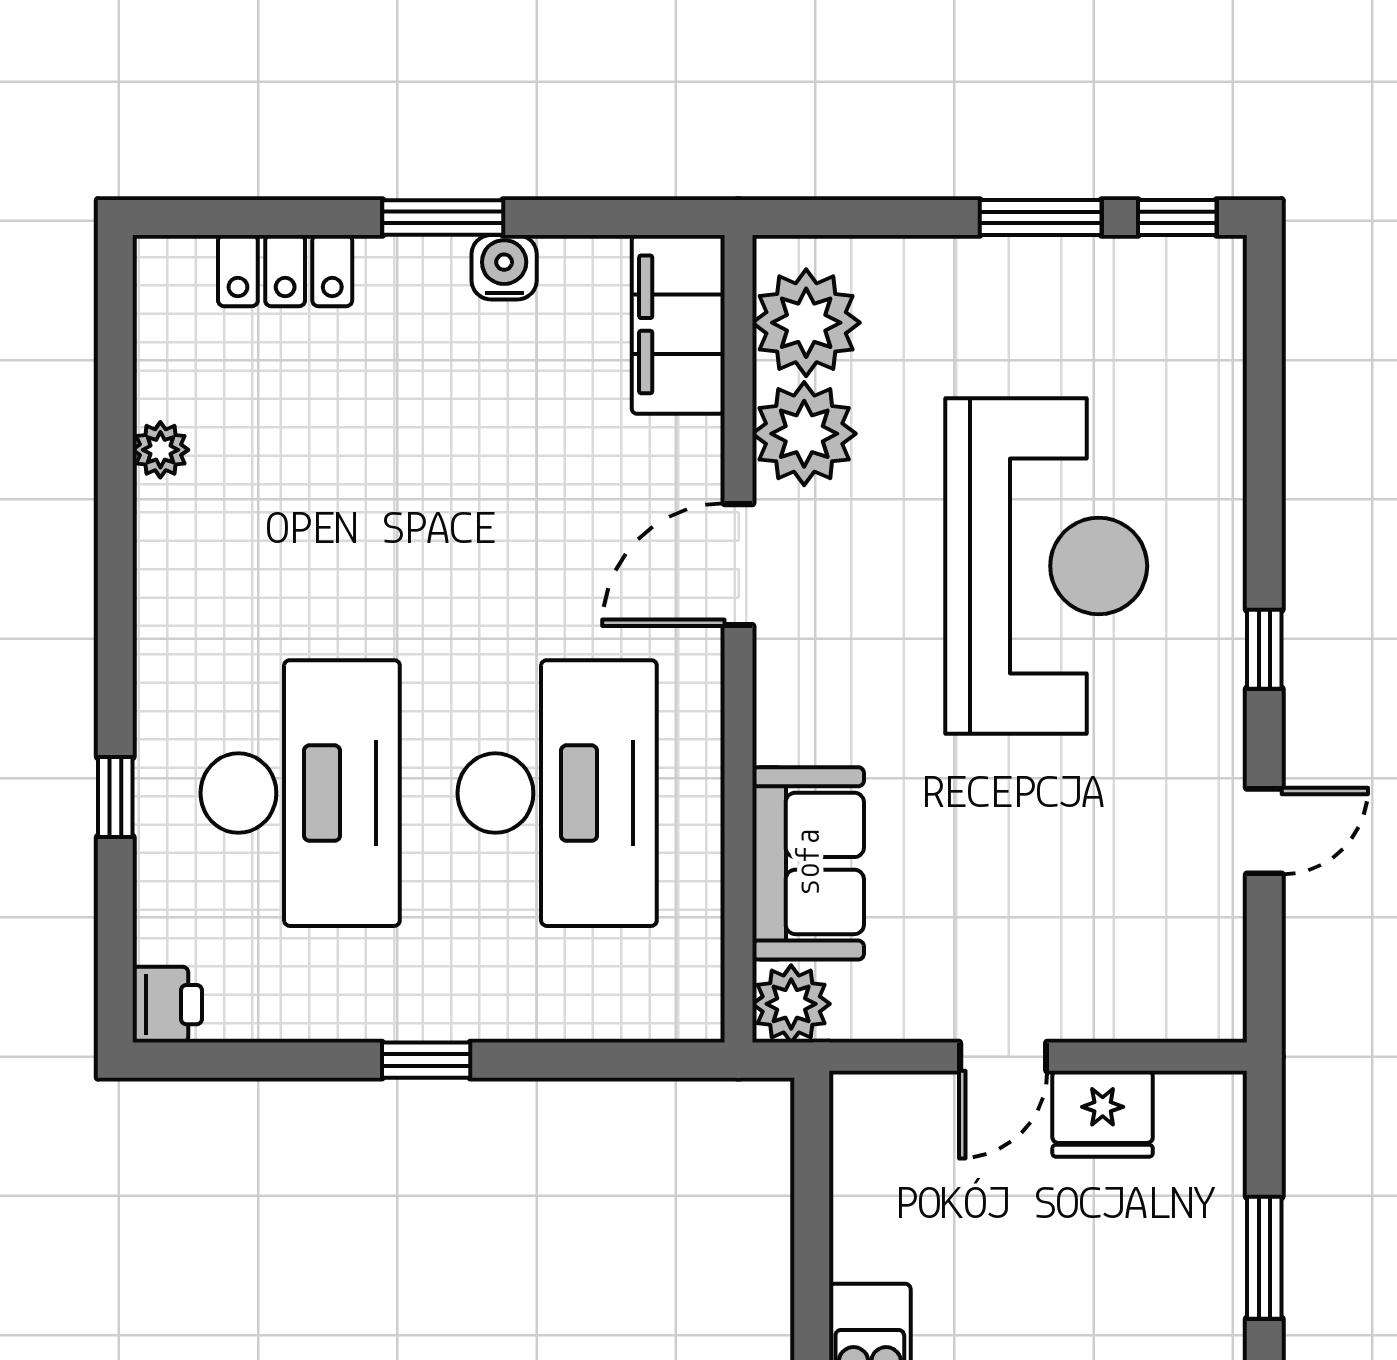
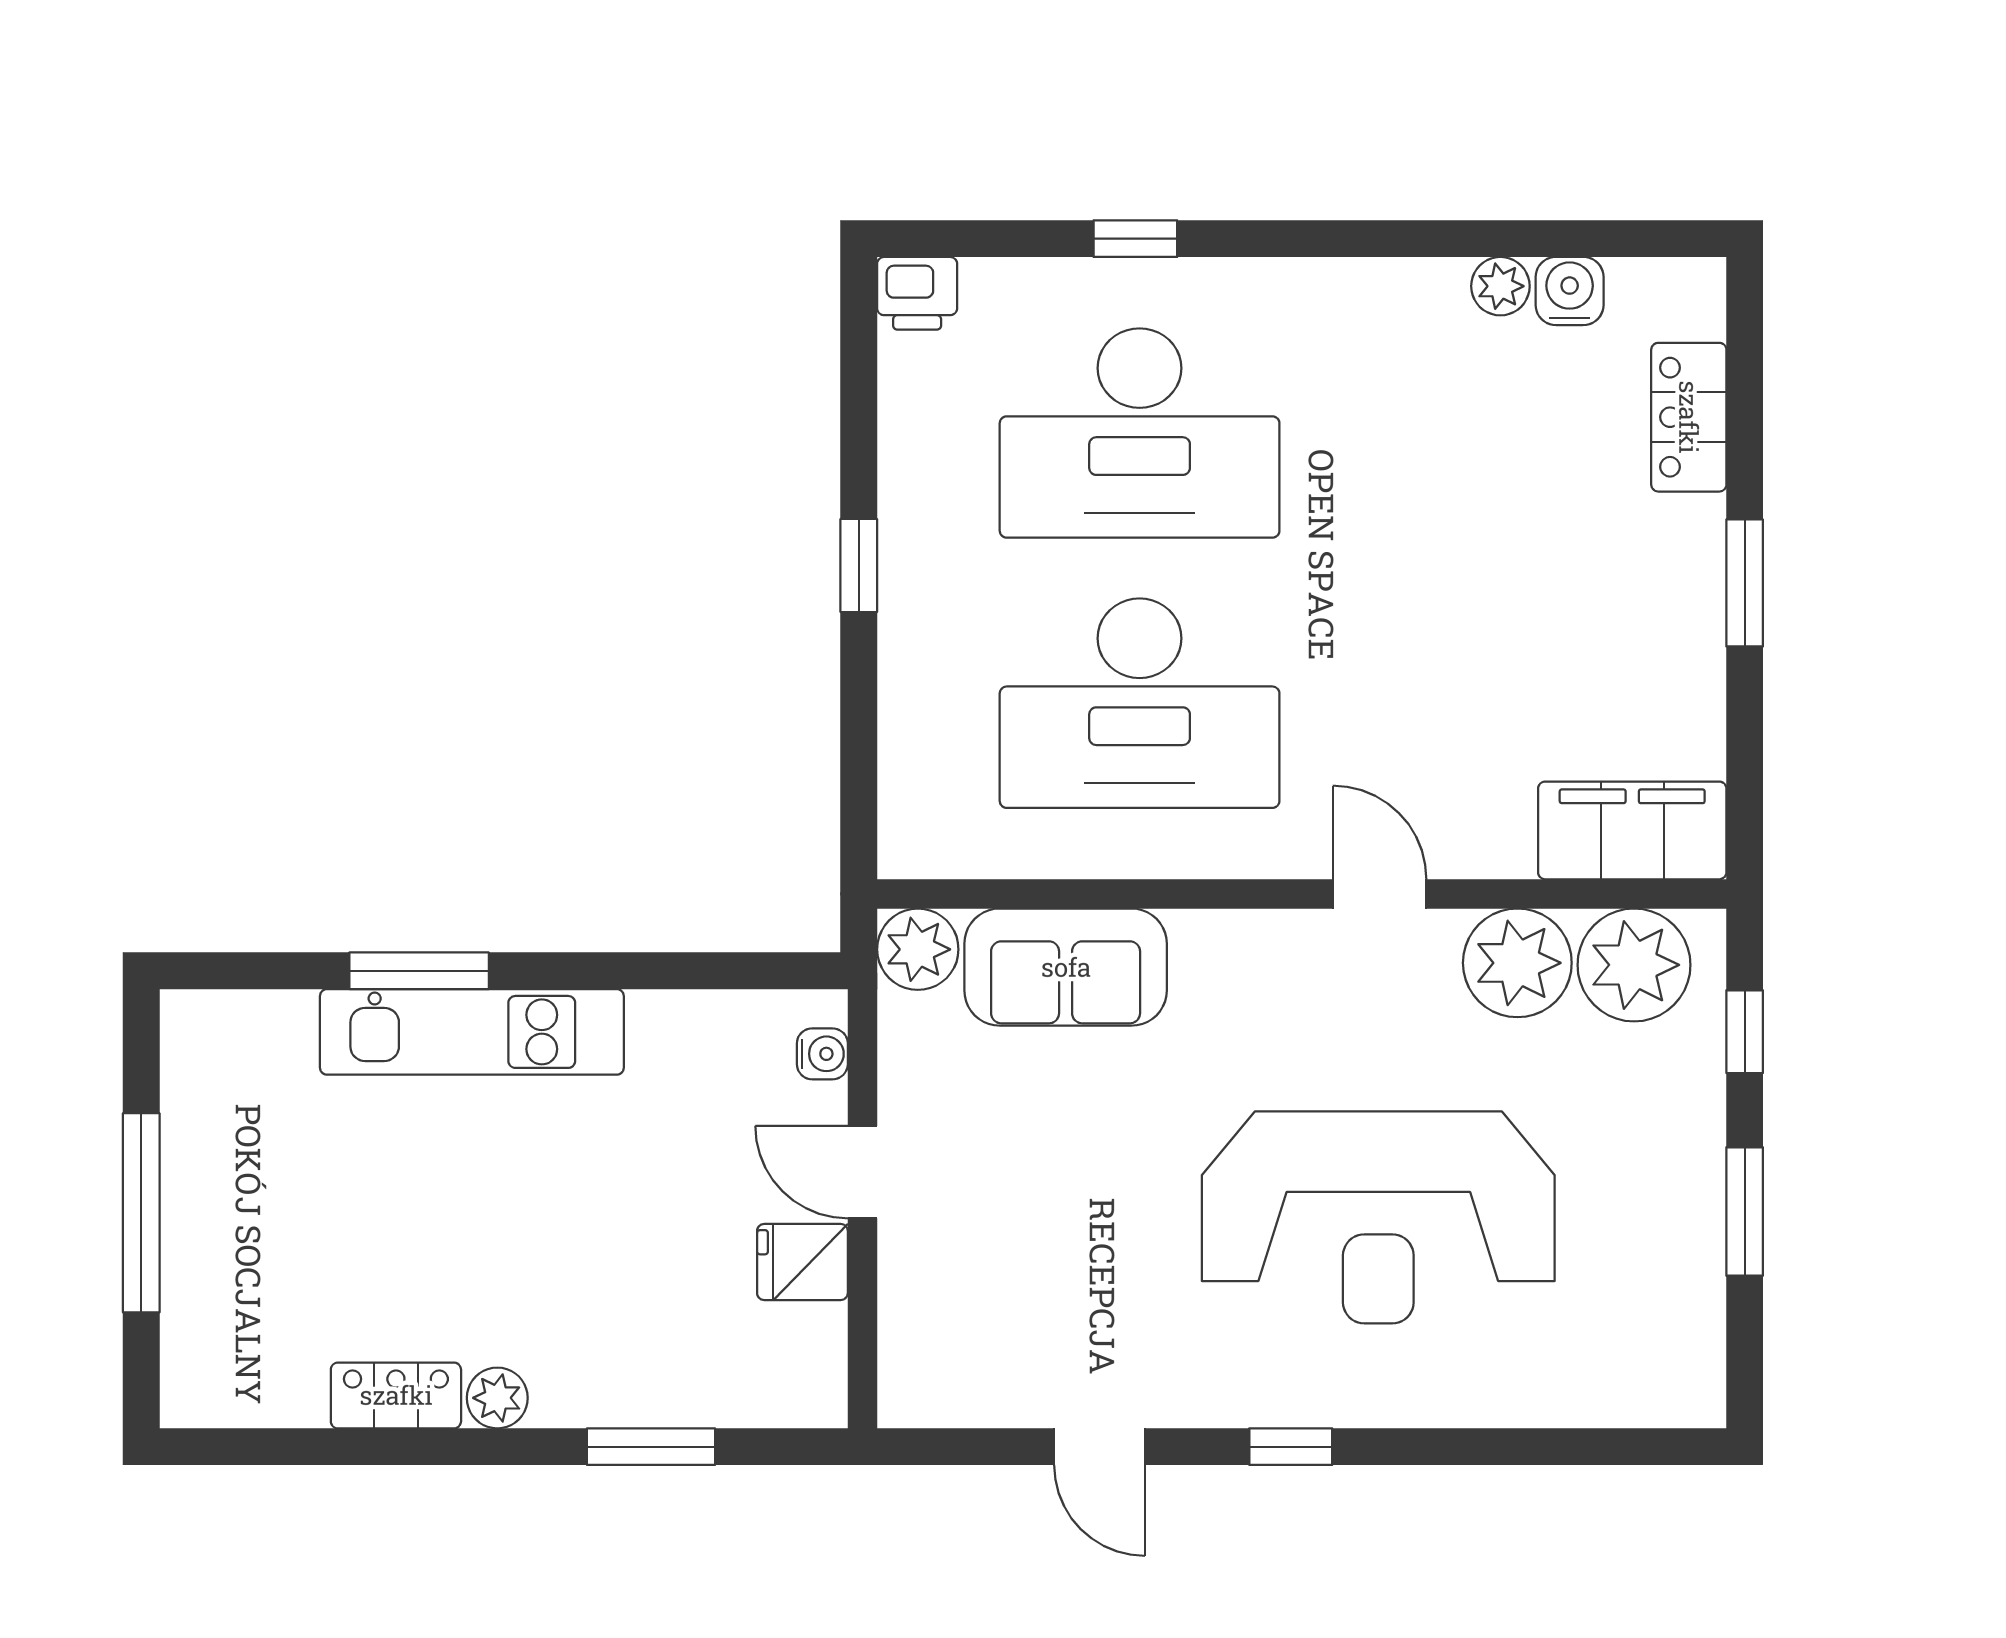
window: (1177, 217) -> (1745, 1032), moved
water cooler: (504, 267) -> (1570, 291), moved, turned -90
door: (739, 565) -> (1380, 894), width x0.73
water cooler: (891, 1095) -> (822, 1054), added
fridge: (1103, 1114) -> (802, 1262), width x0.72

